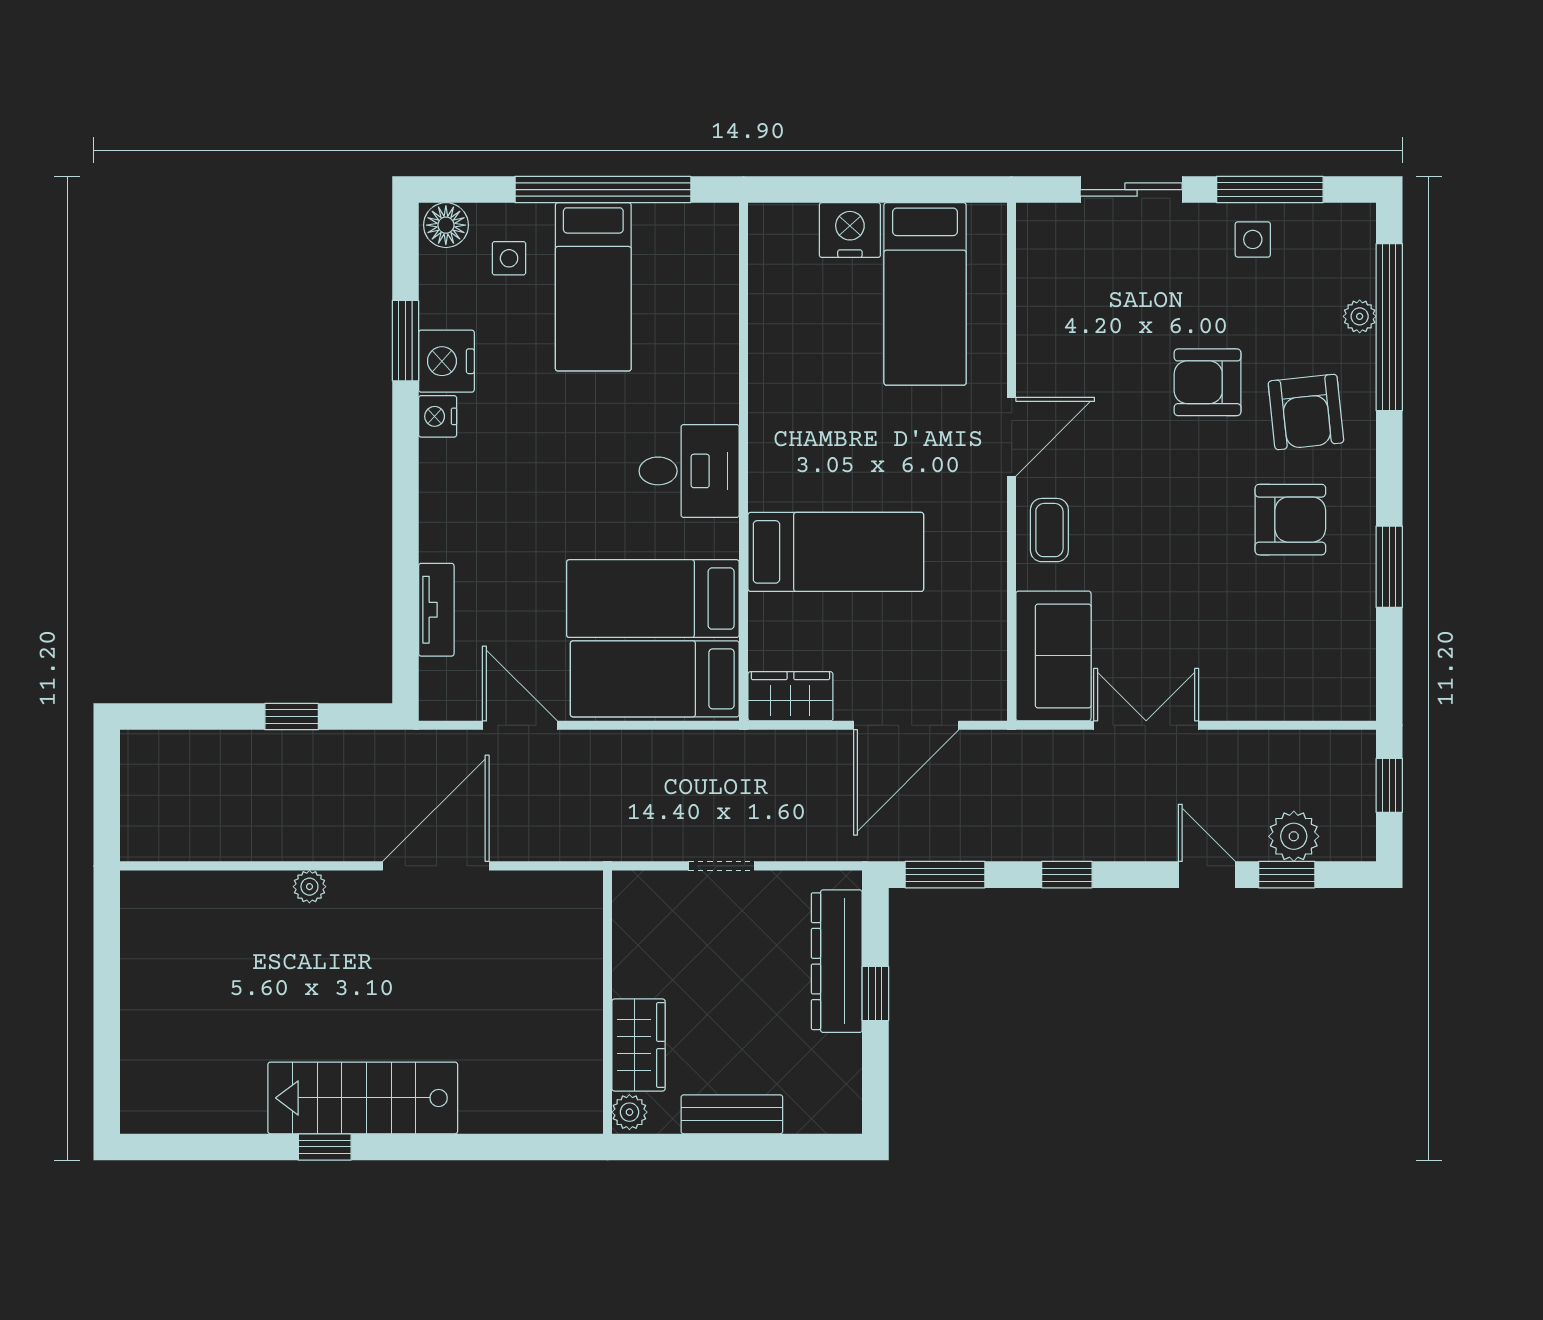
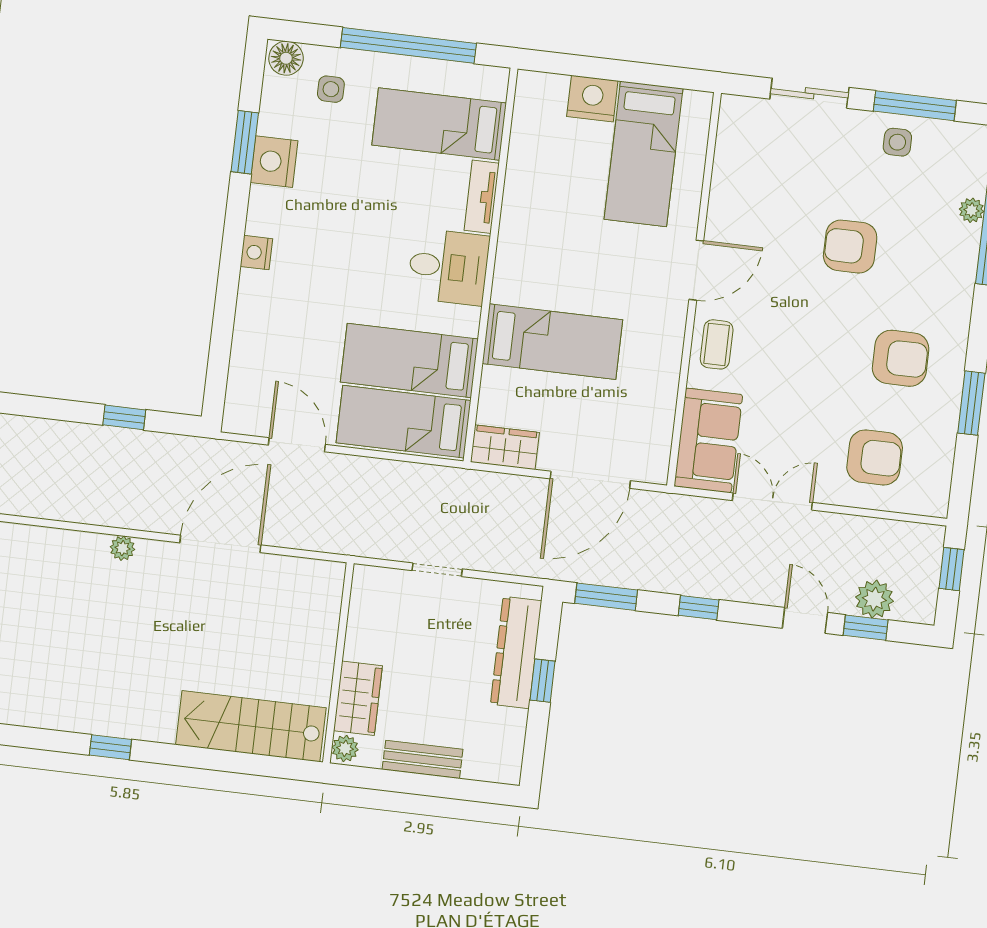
bed: (593, 287) -> (439, 124), moved, turned 90
armchair: (1306, 412) -> (875, 457), moved, turned -84
nightstand: (438, 416) -> (256, 253), moved
tv unit: (436, 610) -> (482, 197), moved, turned 180
stairs: (363, 1098) -> (251, 726), moved

